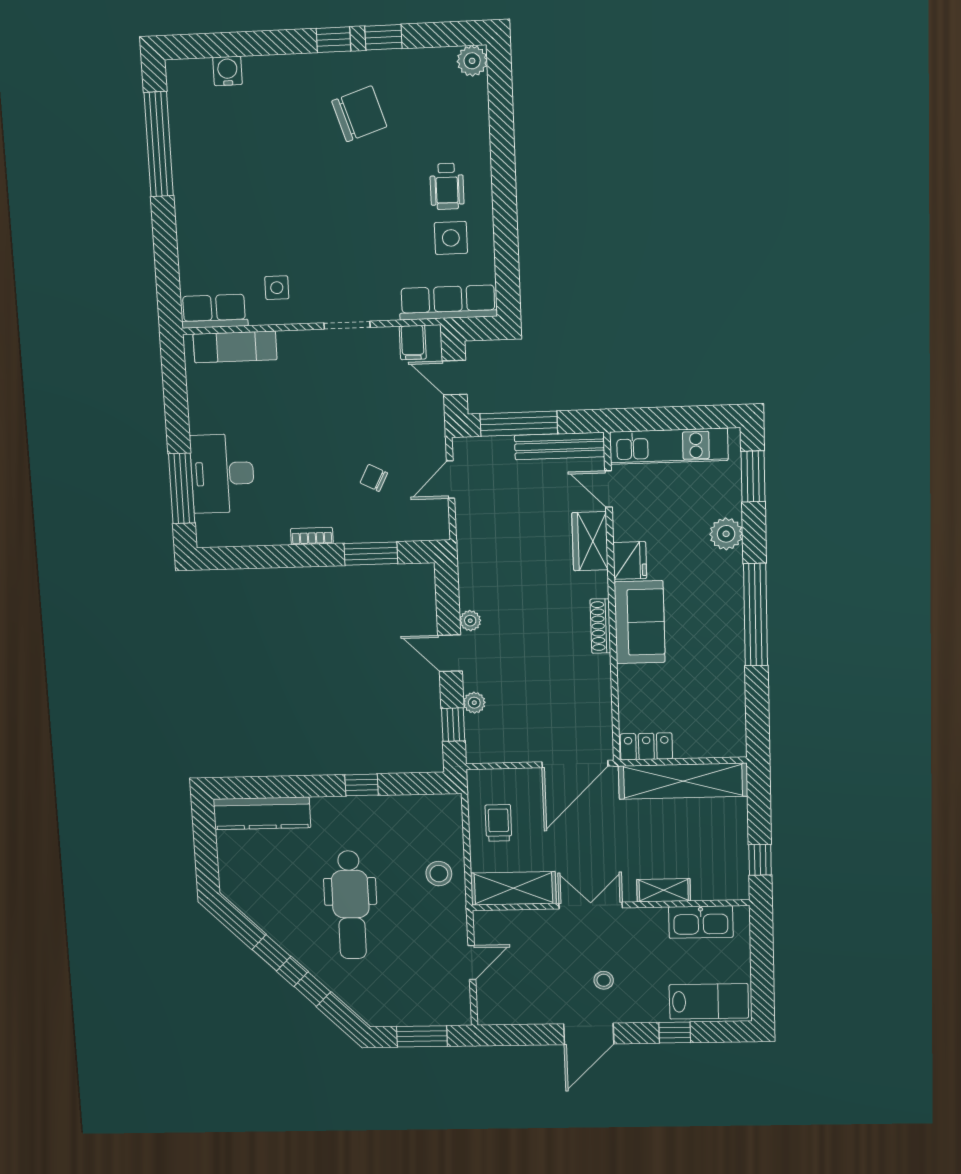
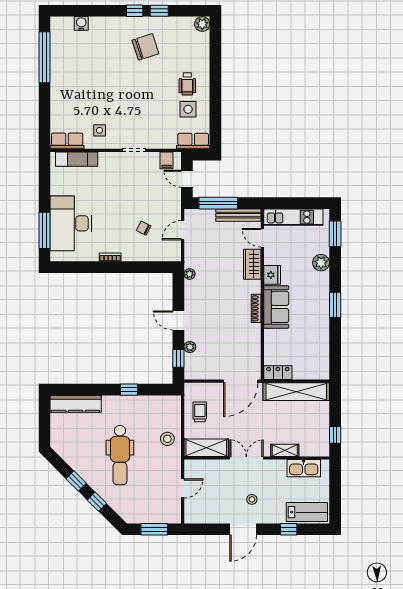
row of seats: (448, 302) -> (193, 141), width x0.68
desk: (222, 474) -> (71, 223), width x1.36, depth x1.30
window: (371, 554) -> (140, 267), removed
window: (756, 615) -> (335, 305), width x0.47
plant: (470, 621) -> (190, 274), moved

